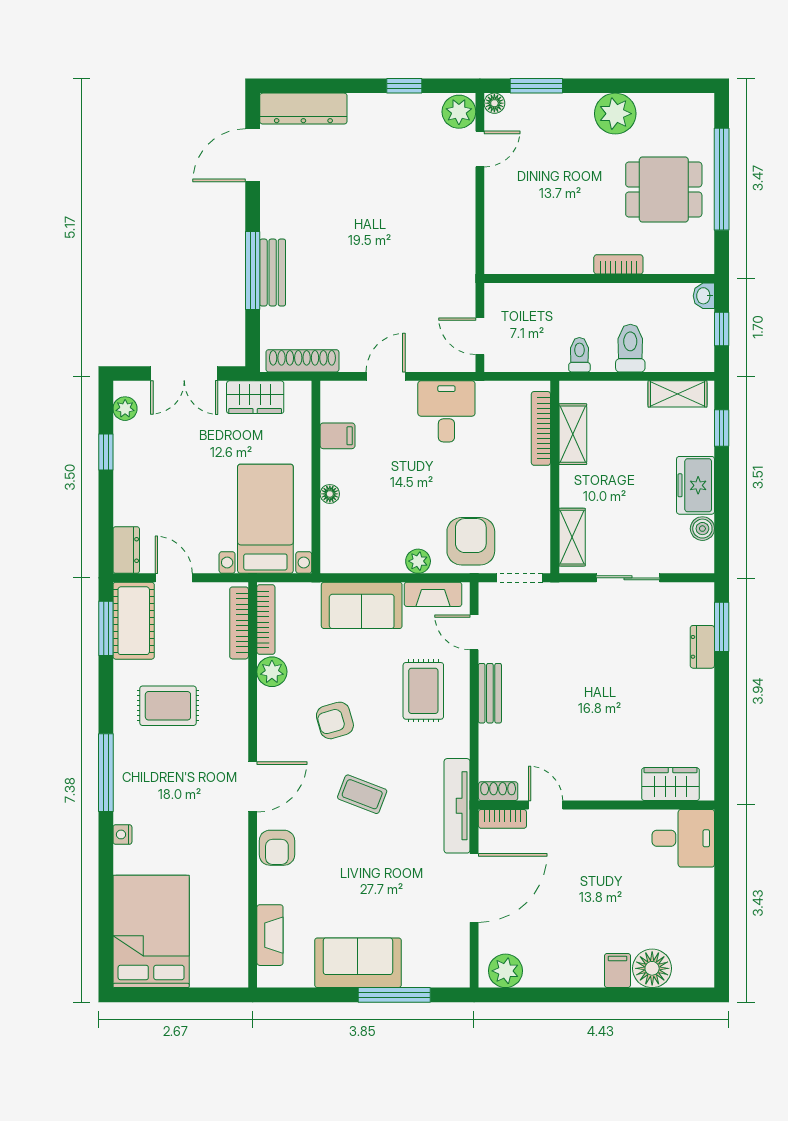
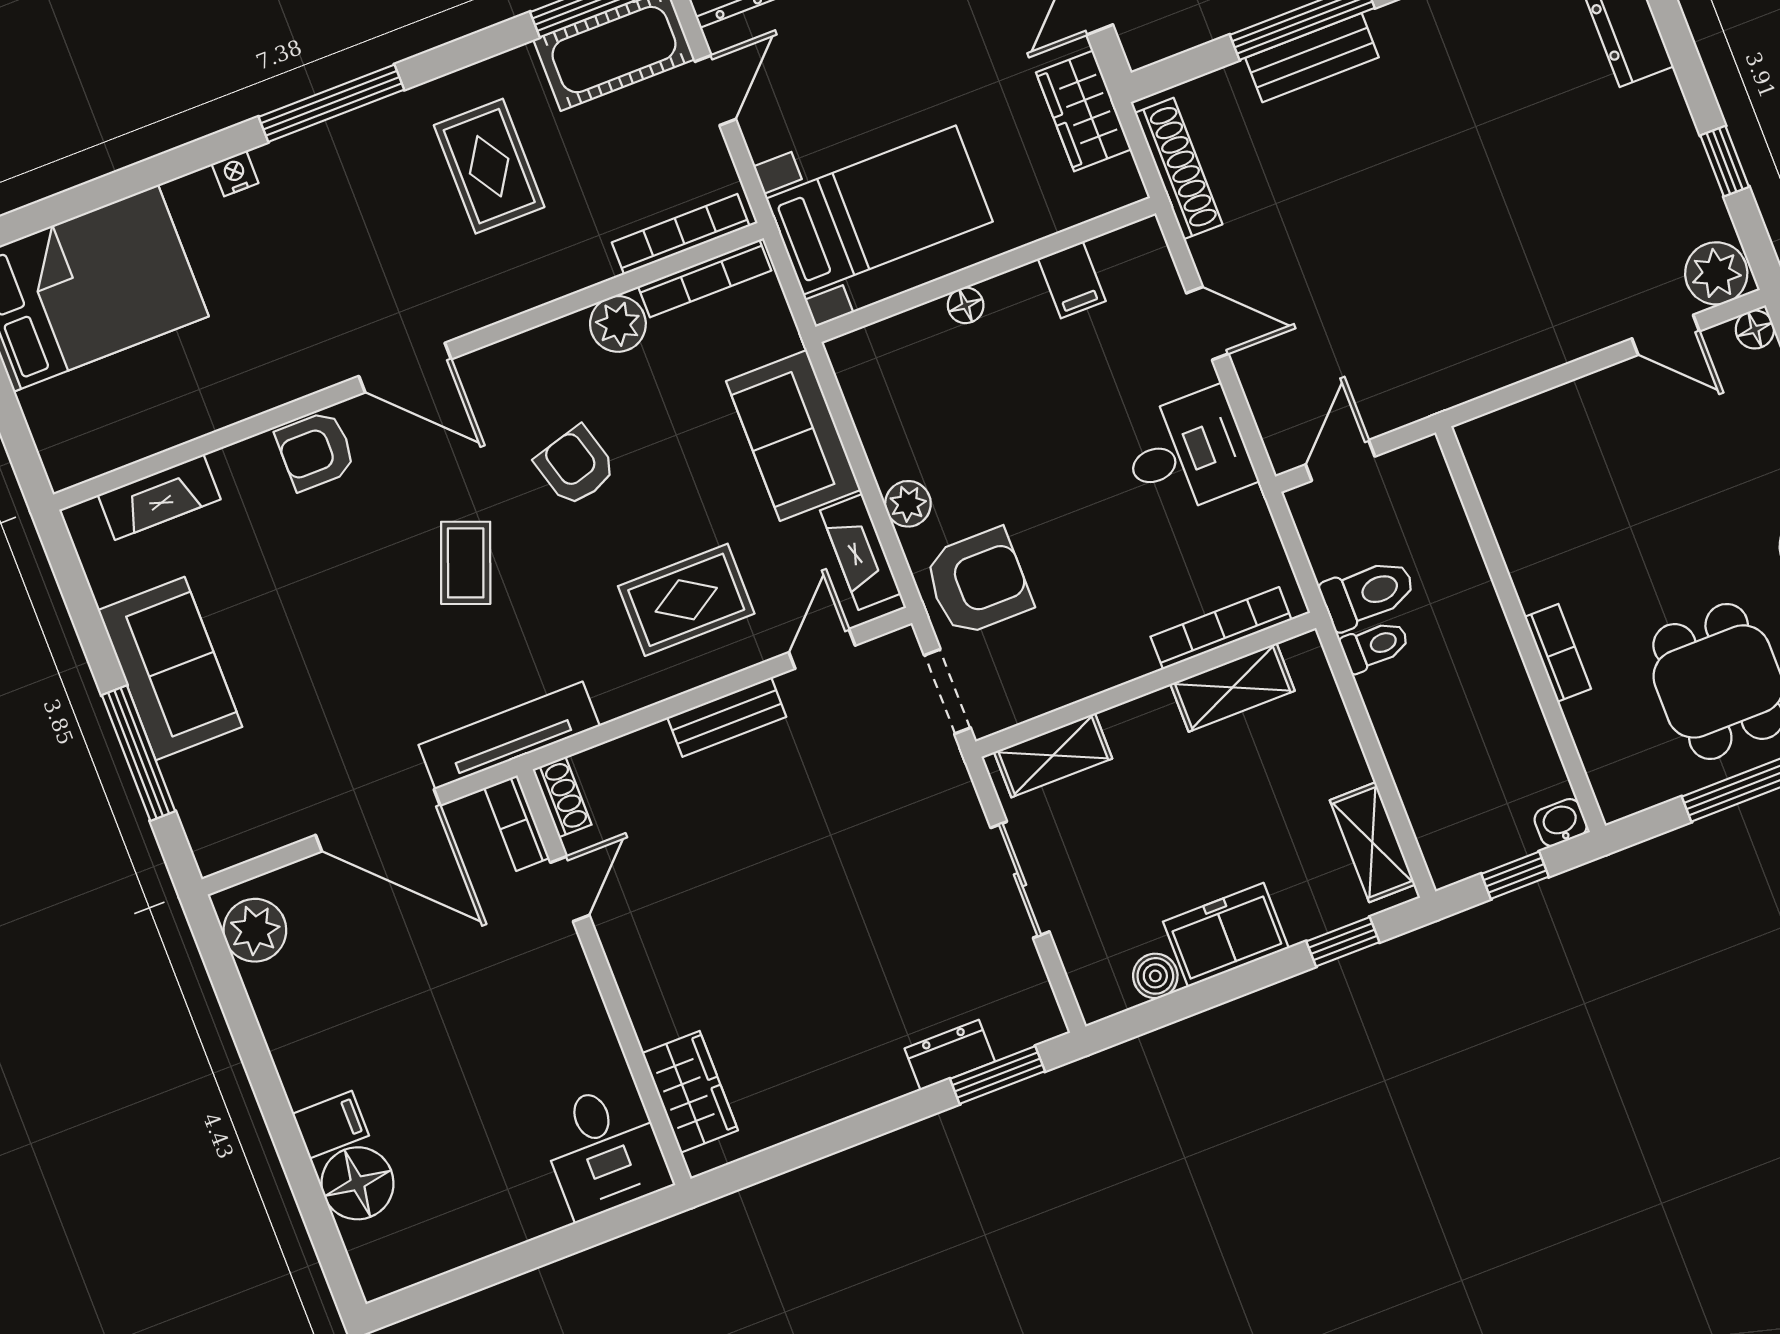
toilet: (630, 348) -> (1368, 594), moved

